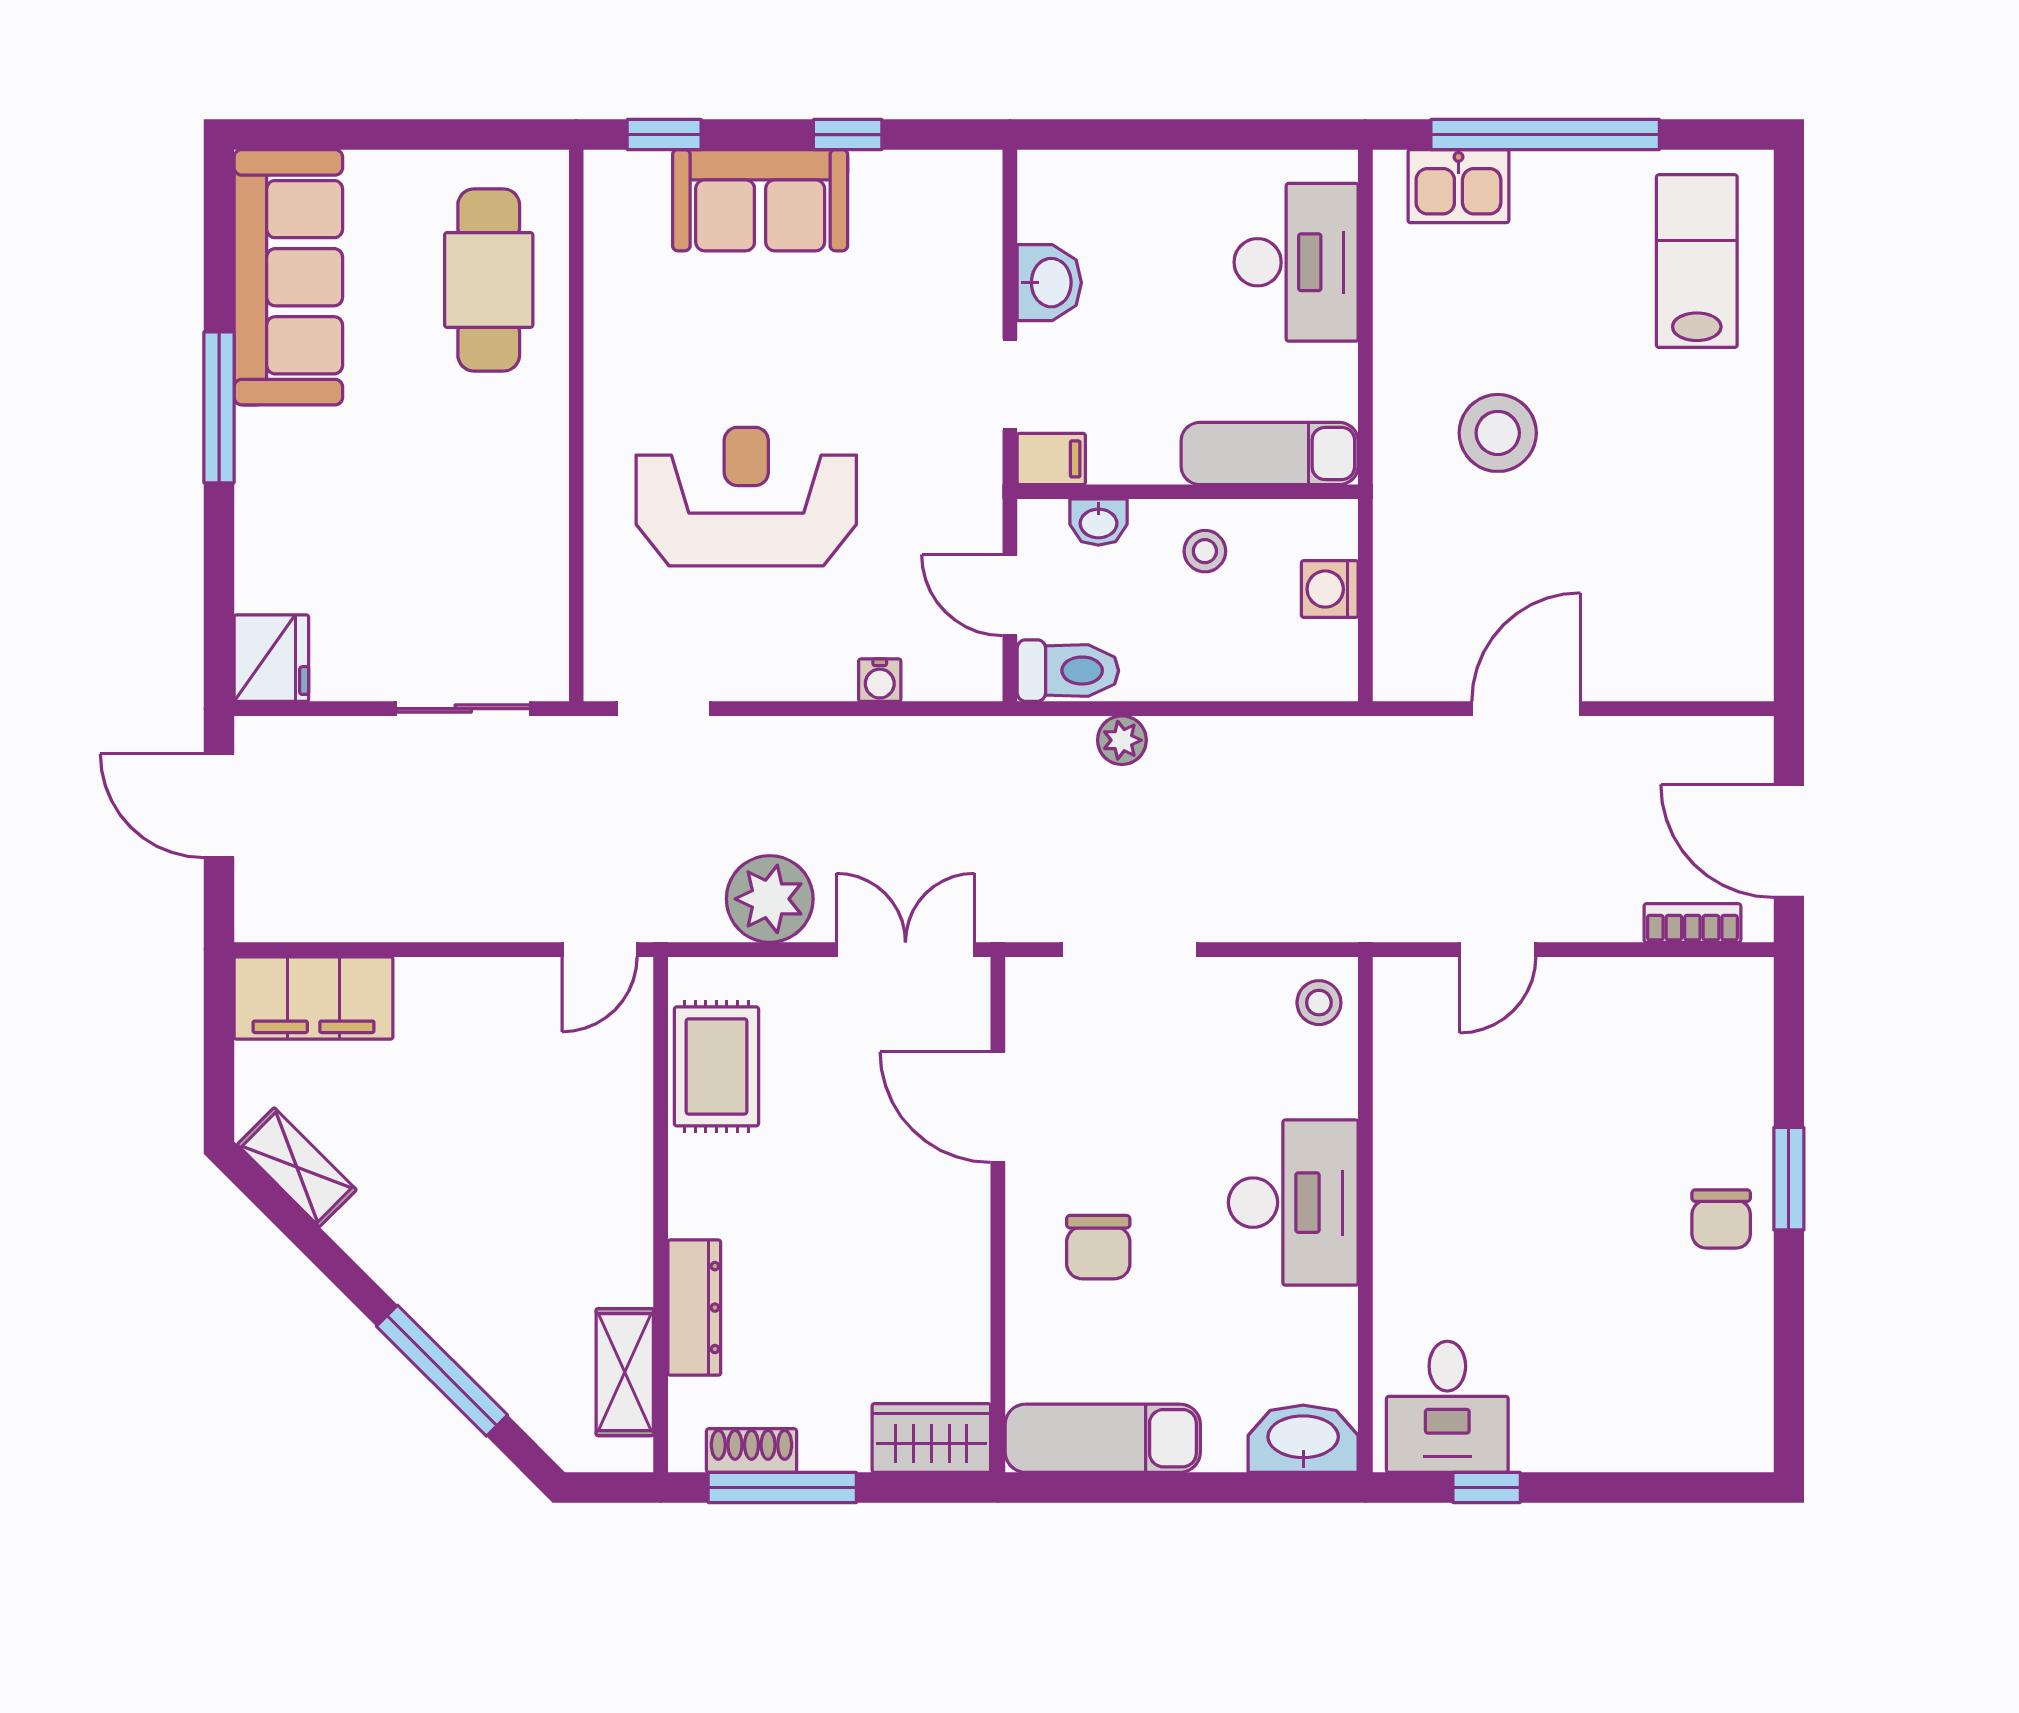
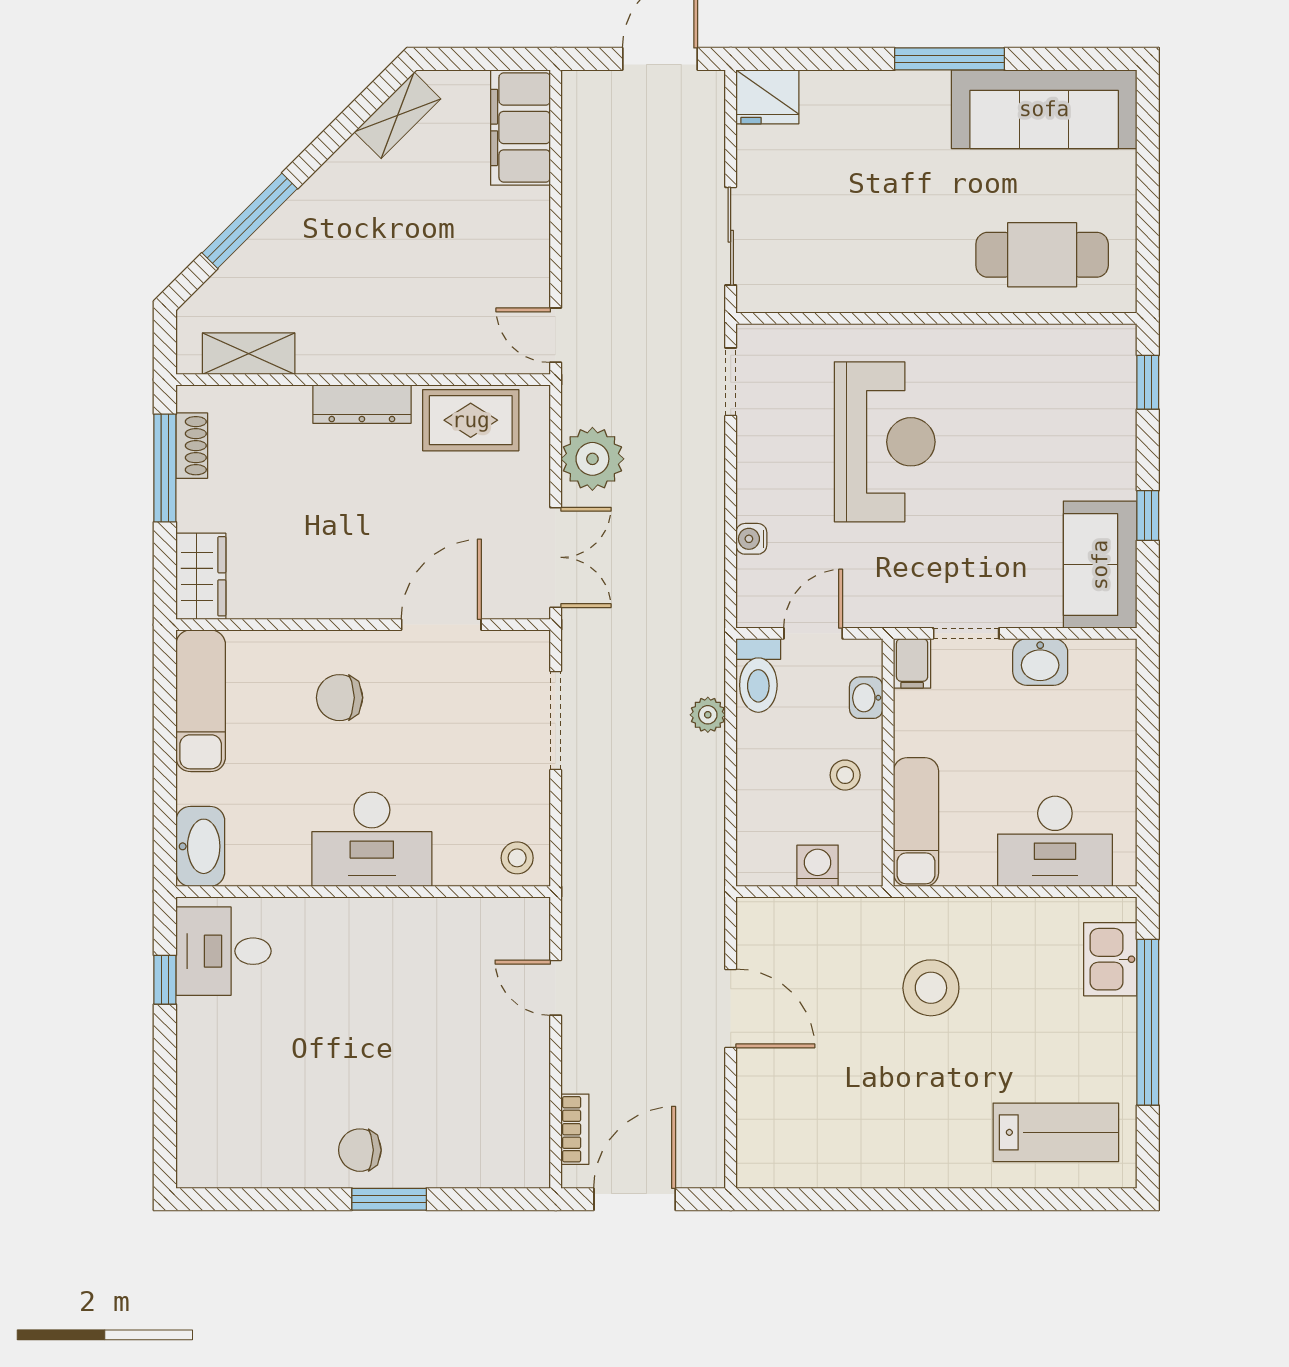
sofa: (760, 200) -> (1100, 565), moved
dresser: (694, 1308) -> (362, 404), moved

